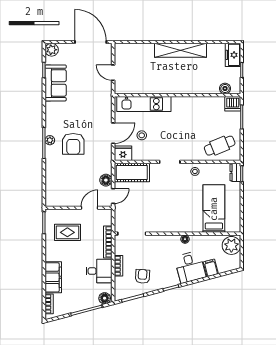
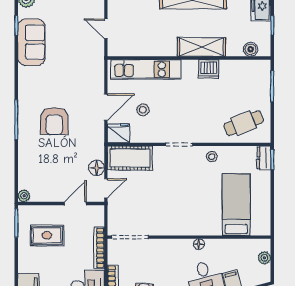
shelving: (187, 87) -> (202, 47), added
dishwasher: (233, 104) -> (209, 69), moved
plant: (50, 140) -> (24, 196), moved
plant: (231, 245) -> (264, 258), width x0.53, depth x0.53

